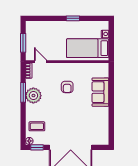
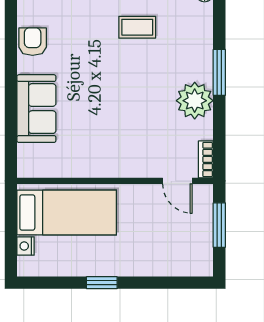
armchair: (67, 87) -> (33, 42), moved
window: (23, 92) -> (219, 72), moved
coffee table: (37, 126) -> (137, 27), moved

